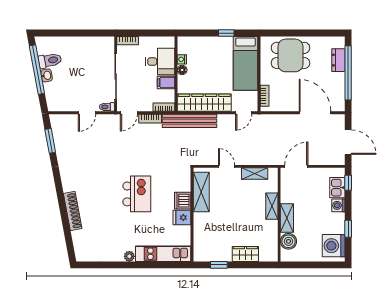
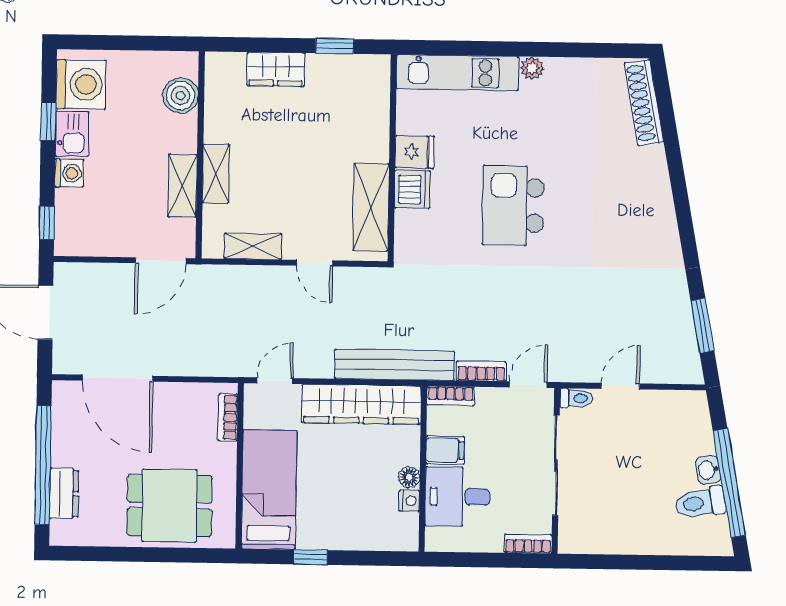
kitchen sink: (337, 188) -> (72, 134), moved
shoe rack: (73, 211) -> (644, 103), moved
shelving: (287, 218) -> (182, 186), moved

